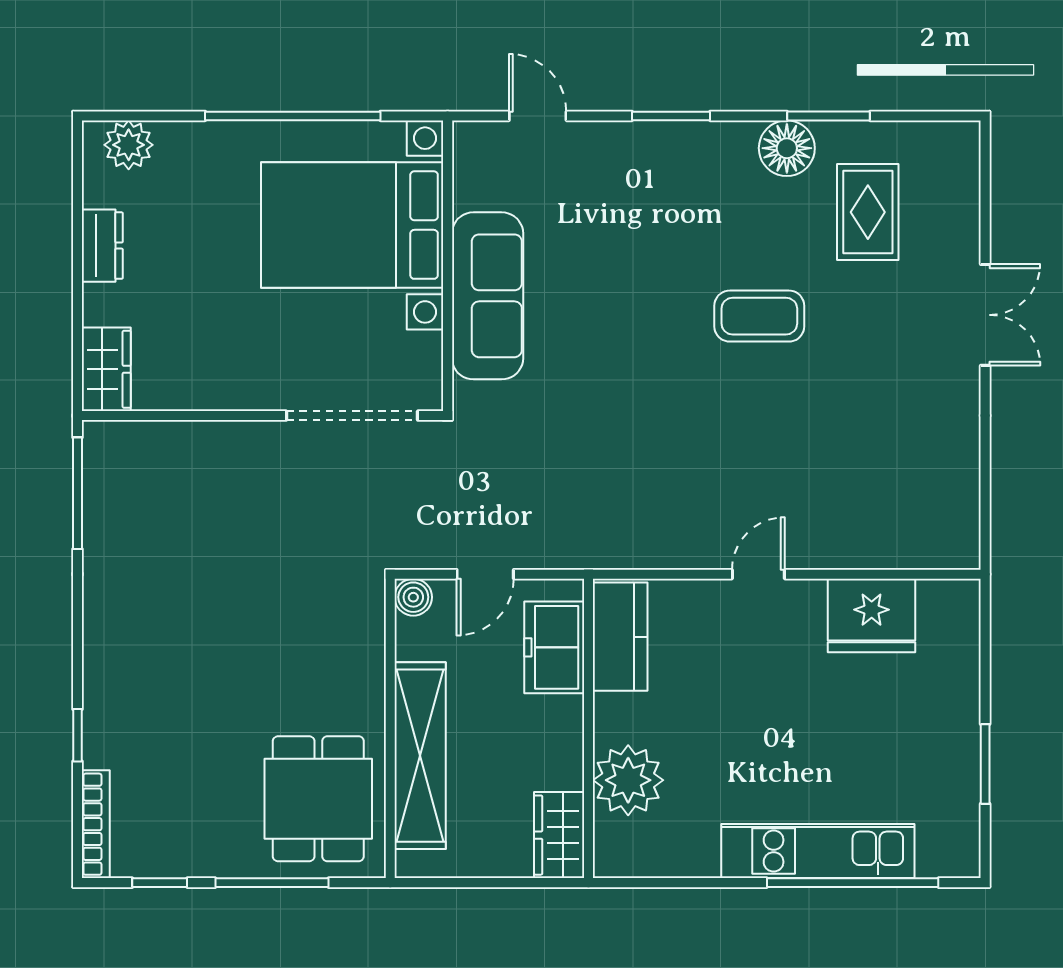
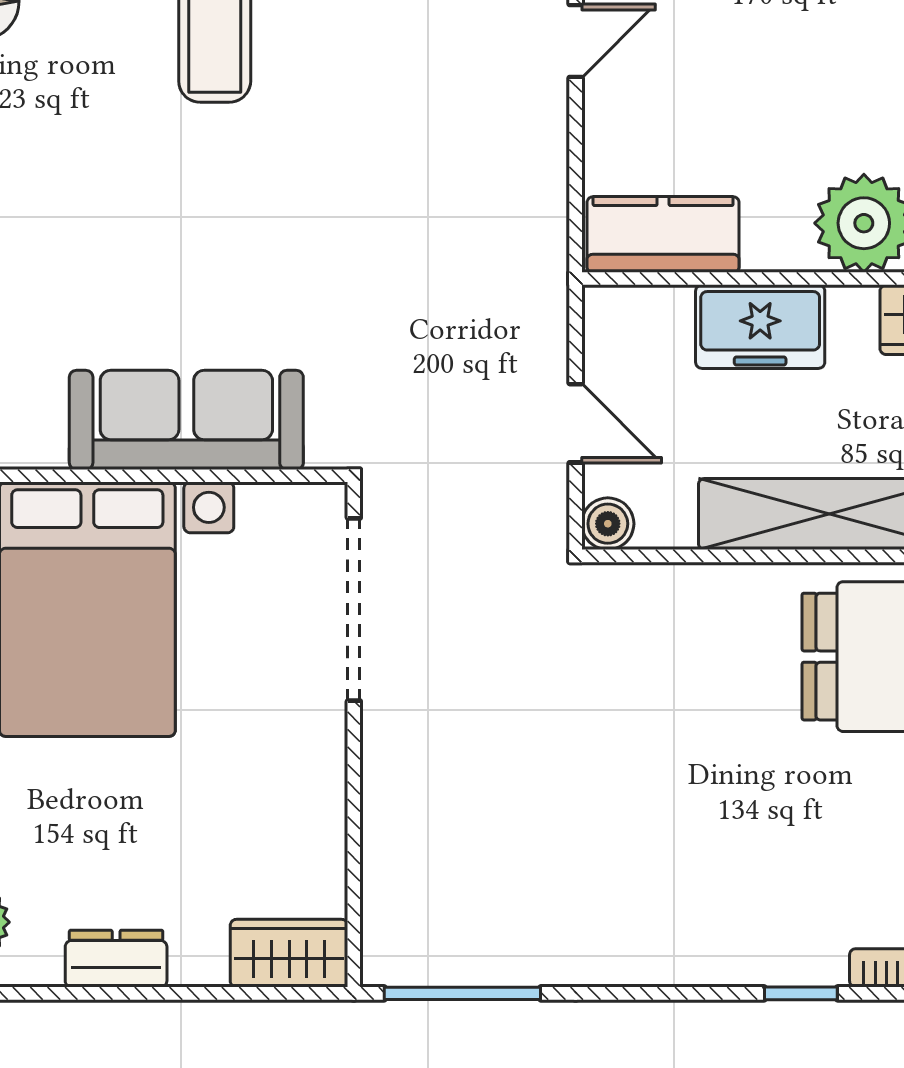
door: (758, 574) -> (576, 41), swing flipped
freezer: (554, 647) -> (760, 327), moved

